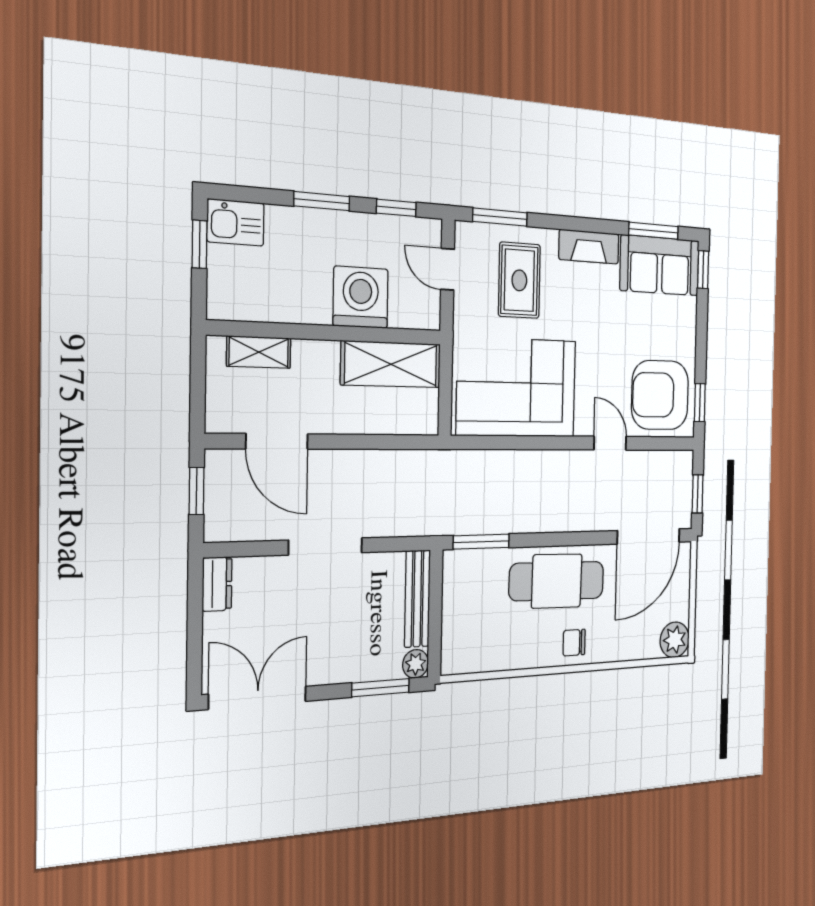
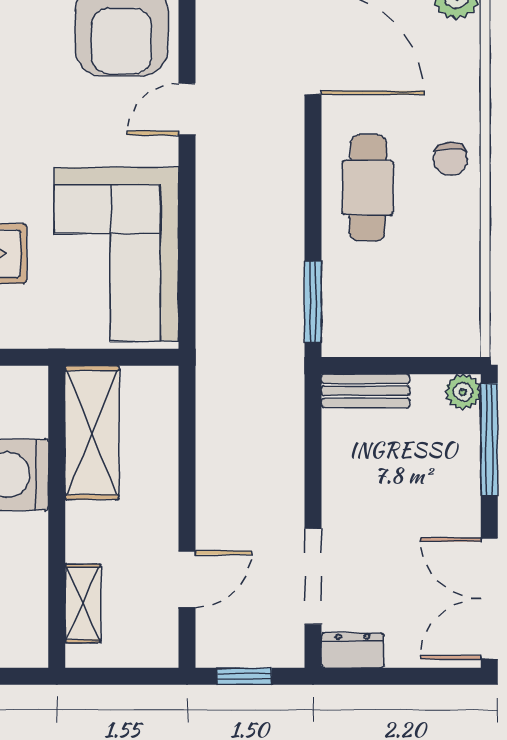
door: (277, 441) -> (187, 579), width x0.73
doorway: (326, 546) -> (313, 576), moved
cafe table: (557, 581) -> (368, 188), width x0.73, depth x0.74
bench: (417, 599) -> (365, 391), width x0.73
window: (381, 688) -> (489, 439), width x1.44

